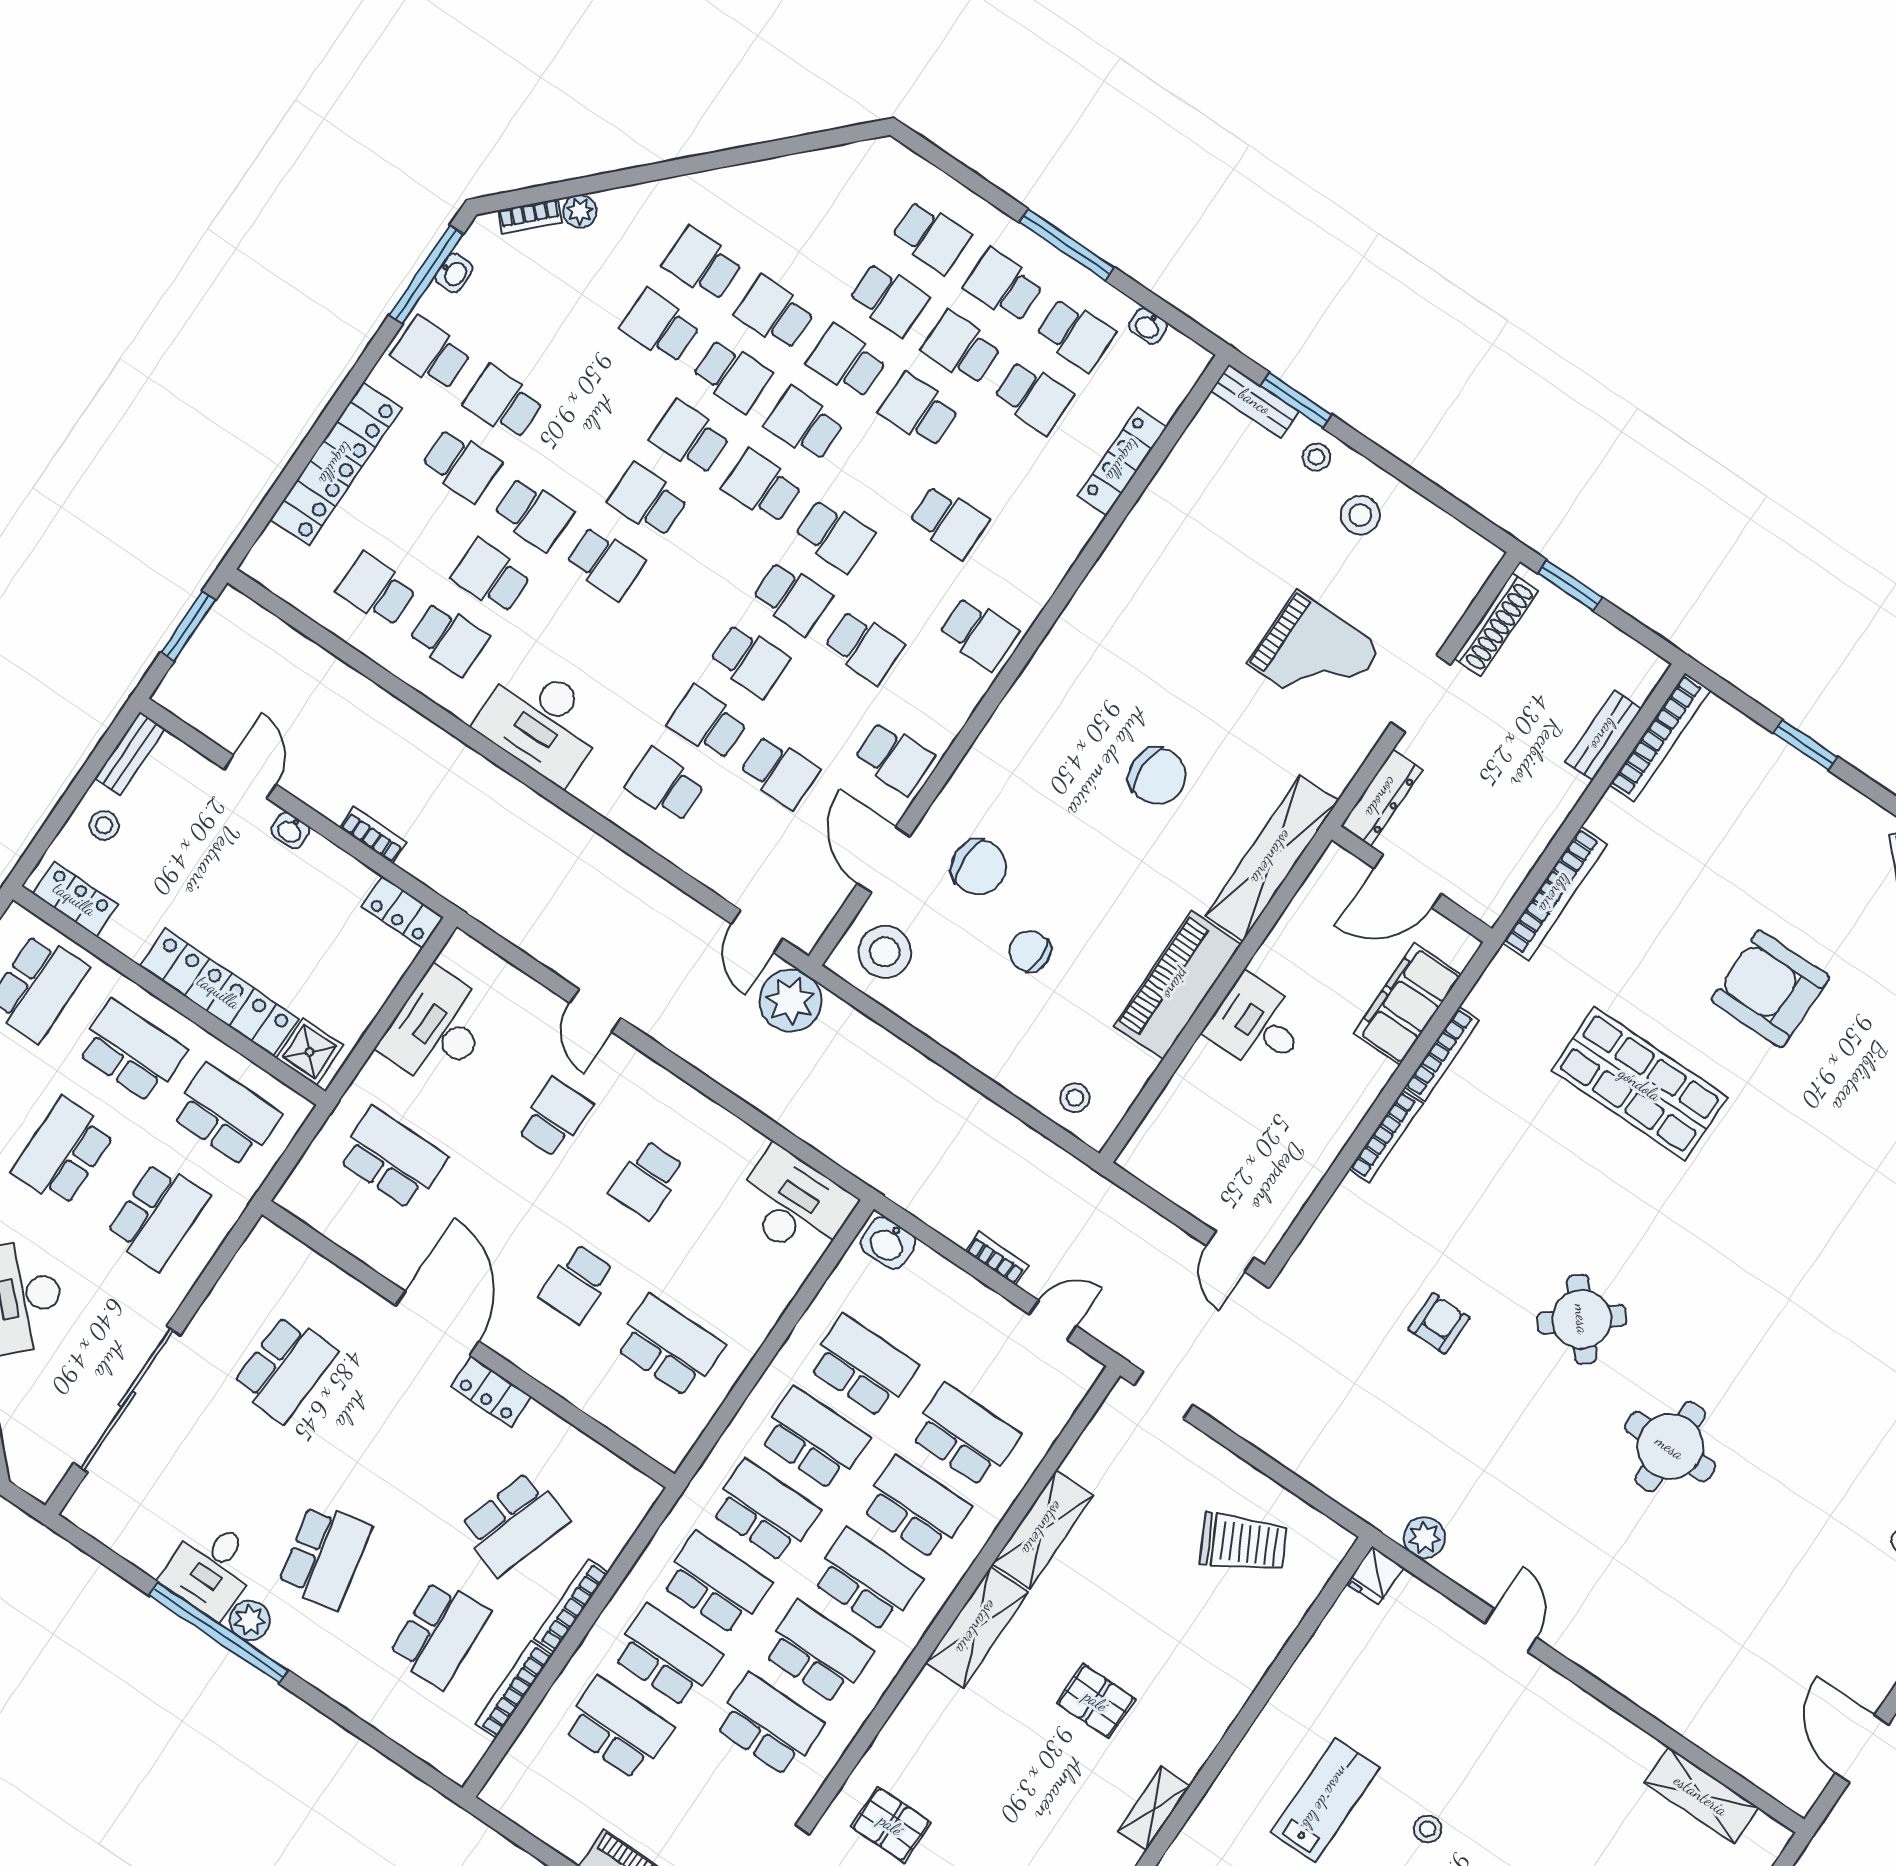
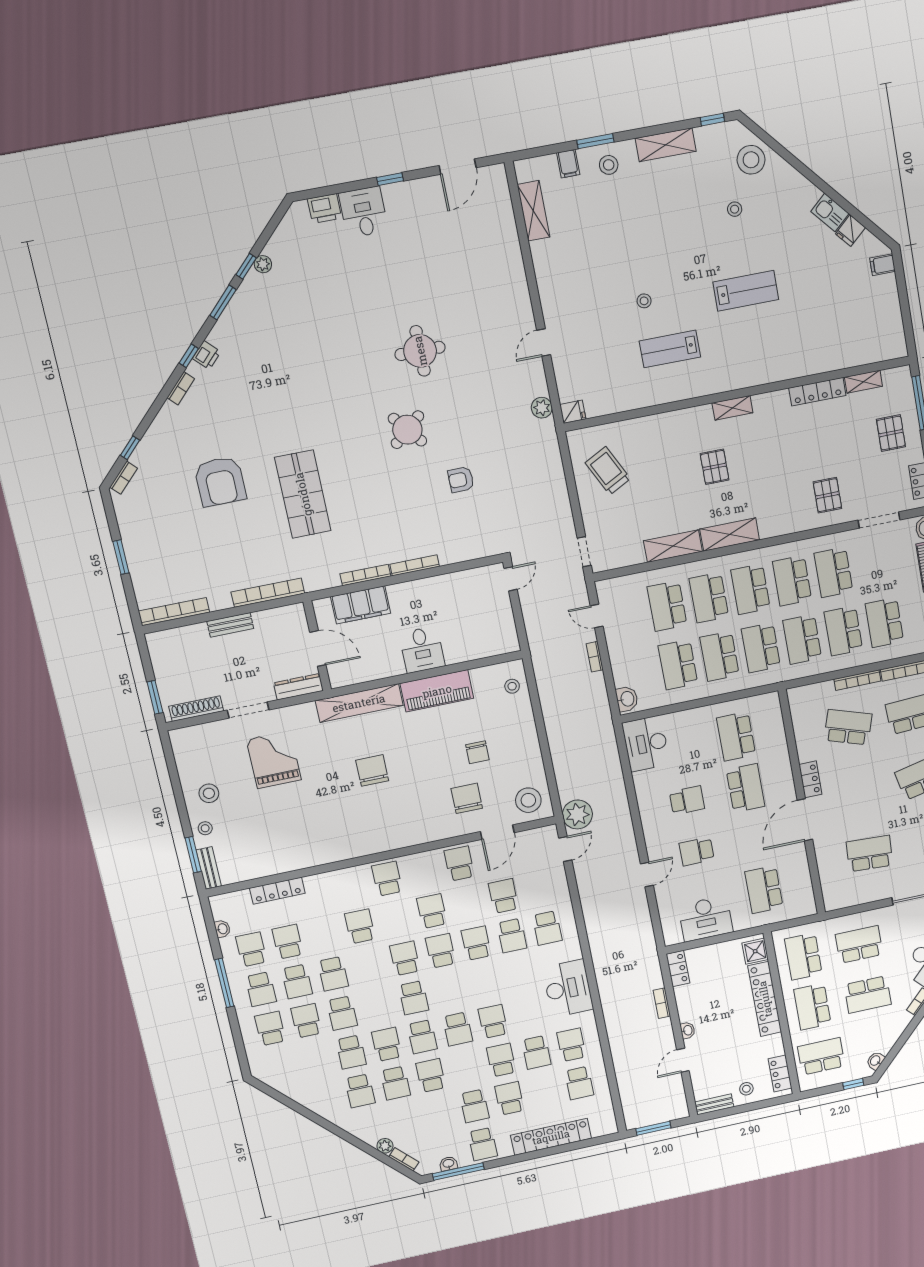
school desk: (804, 424) -> (431, 1075), moved, turned 180
bench: (1604, 735) -> (230, 625), moved
school desk: (577, 1283) -> (745, 788), width x1.85

